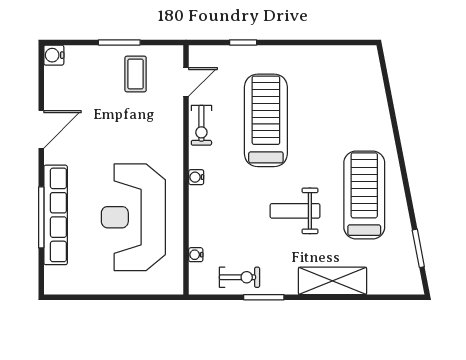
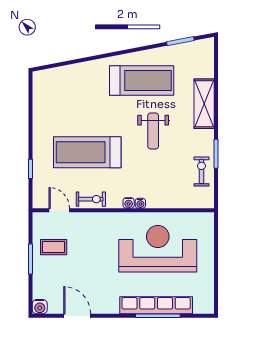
door: (41, 129) -> (77, 316), moved
treadmill: (364, 195) -> (142, 81), turned 180
reception desk: (133, 217) -> (158, 249), turned 180
water cooler: (196, 255) -> (140, 203), moved

